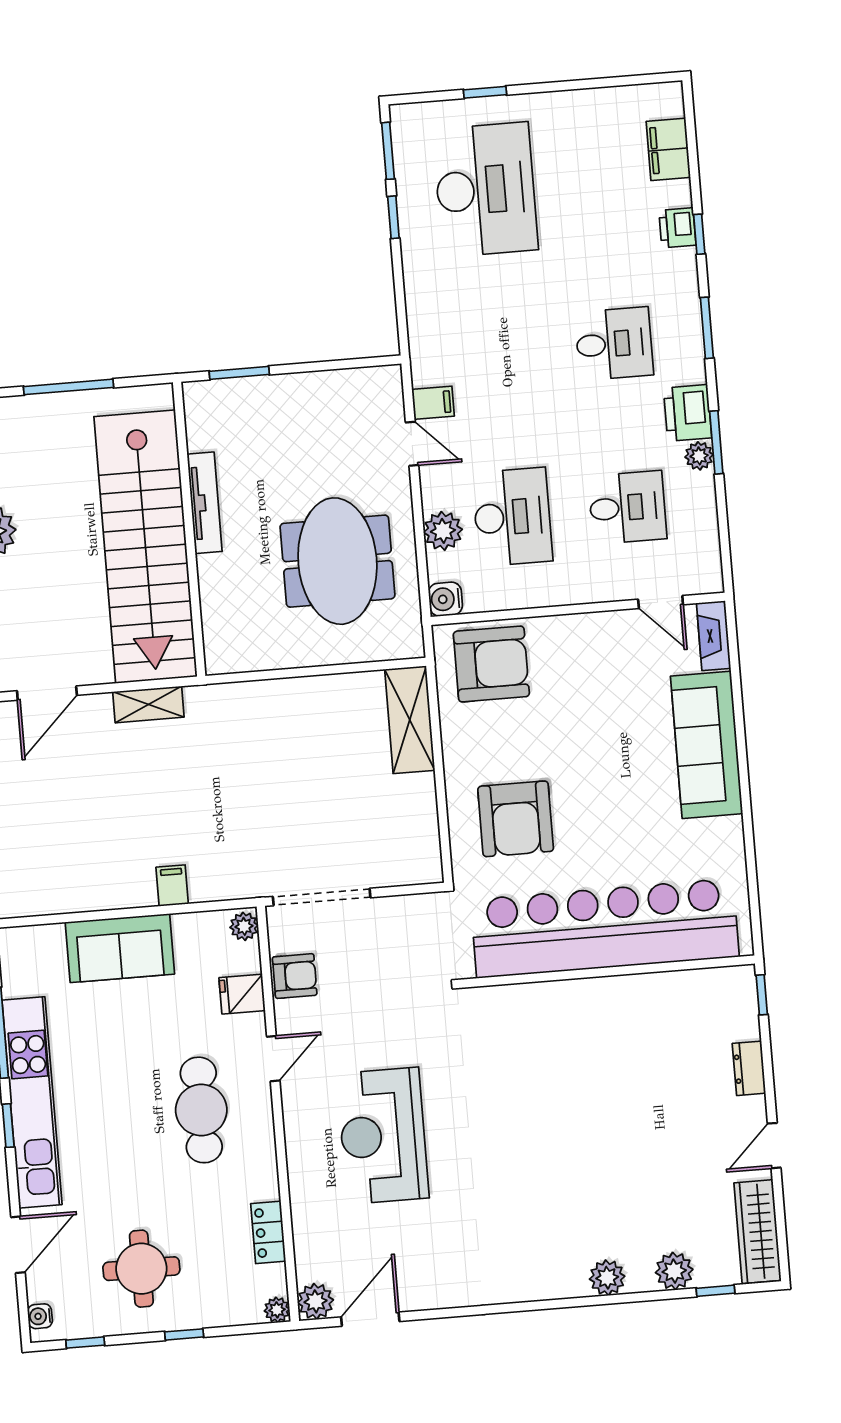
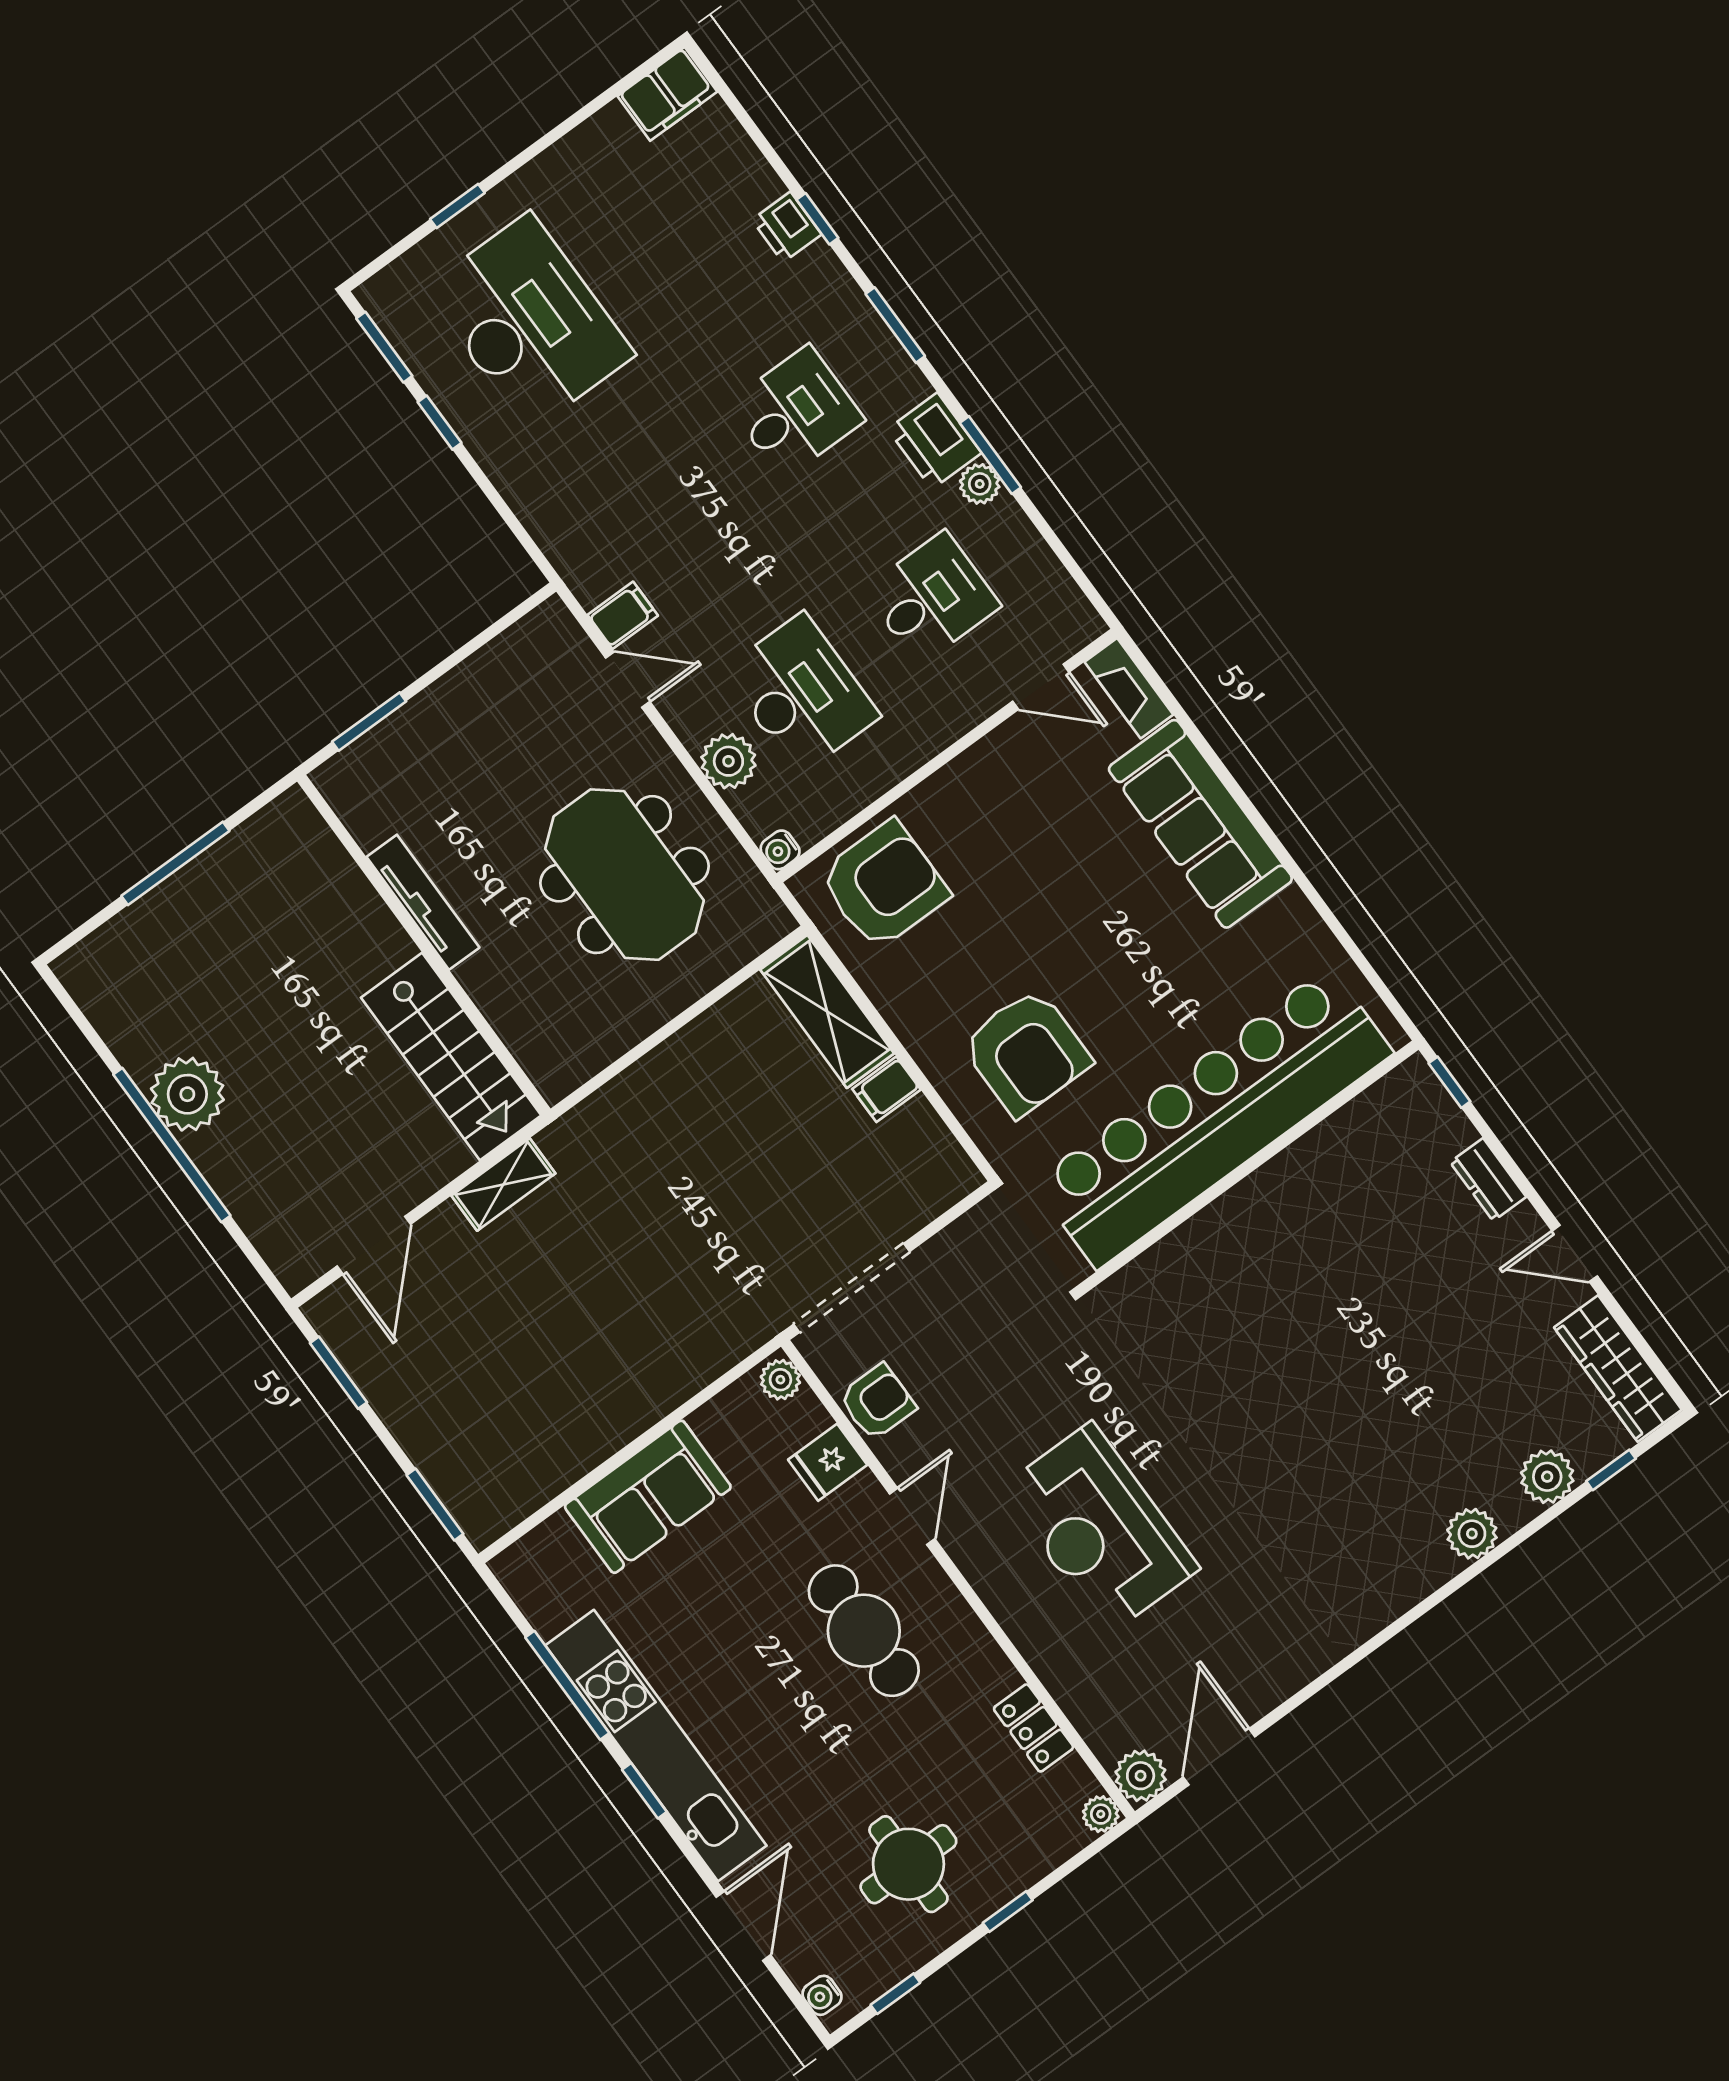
filing cabinet: (668, 149) -> (667, 94), moved, turned -90
stairs: (145, 547) -> (451, 1057), width x0.54, depth x0.66
water cooler: (445, 599) -> (780, 850), width x0.72, depth x0.72
filing cabinet: (172, 886) -> (886, 1089), moved, turned -90
door: (774, 1146) -> (1575, 1253), hinge flipped

